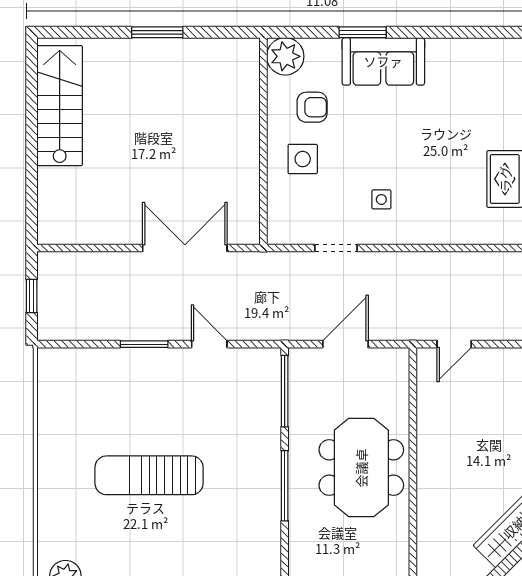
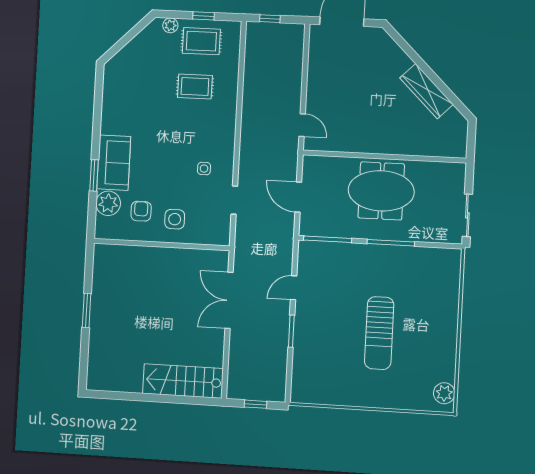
plant: (285, 56) -> (108, 203), moved
stairs: (60, 106) -> (183, 381), moved

